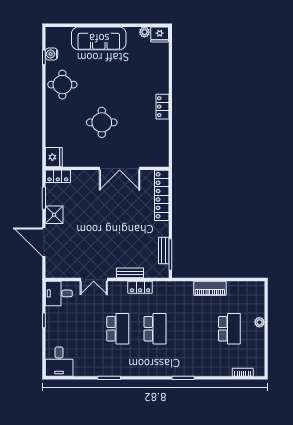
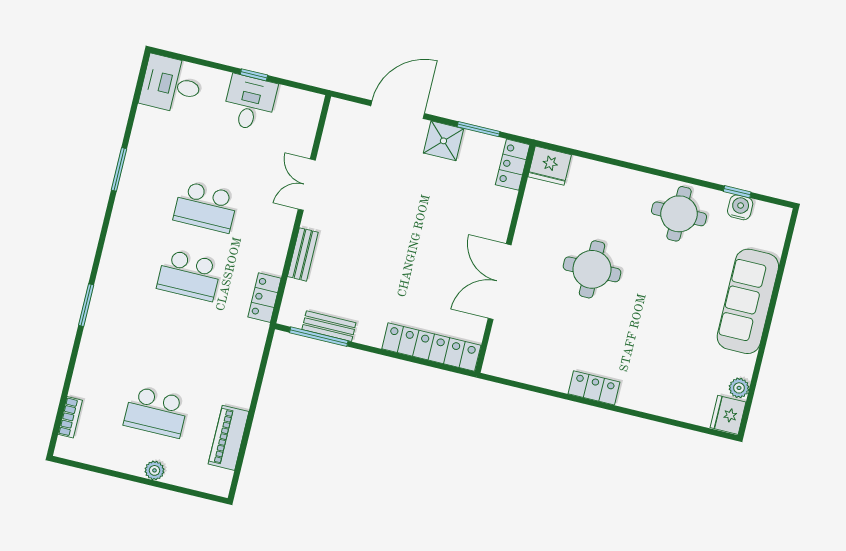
locker: (140, 287) -> (265, 298), moved
piano: (210, 288) -> (229, 438), moved
desk: (59, 293) -> (250, 103), moved

